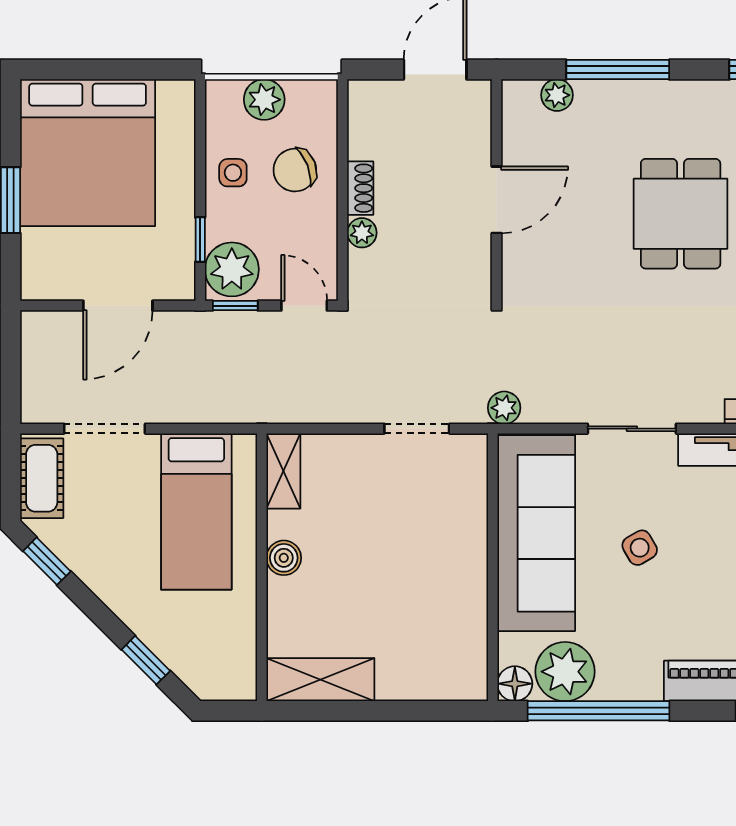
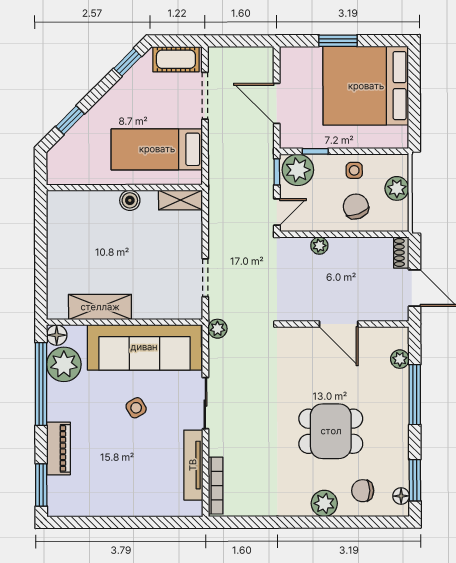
shoe rack: (360, 188) -> (401, 253), moved, turned 90
shelving: (320, 680) -> (100, 307), moved, turned 90

